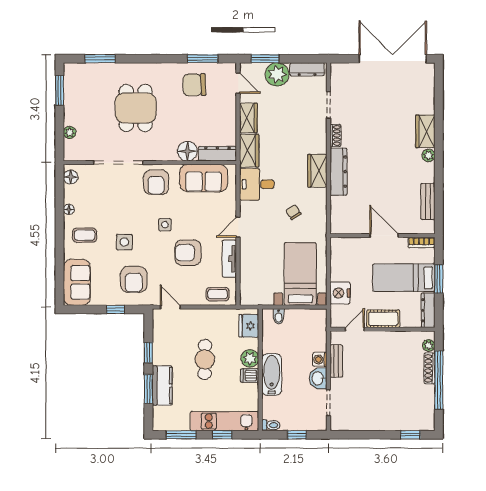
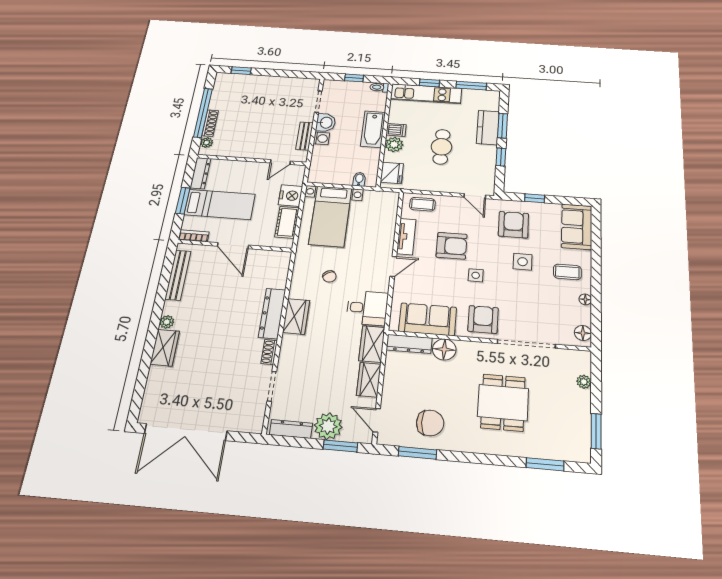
bench: (428, 202) -> (178, 275), width x1.36
cot: (383, 319) -> (287, 222), moved, turned 90

